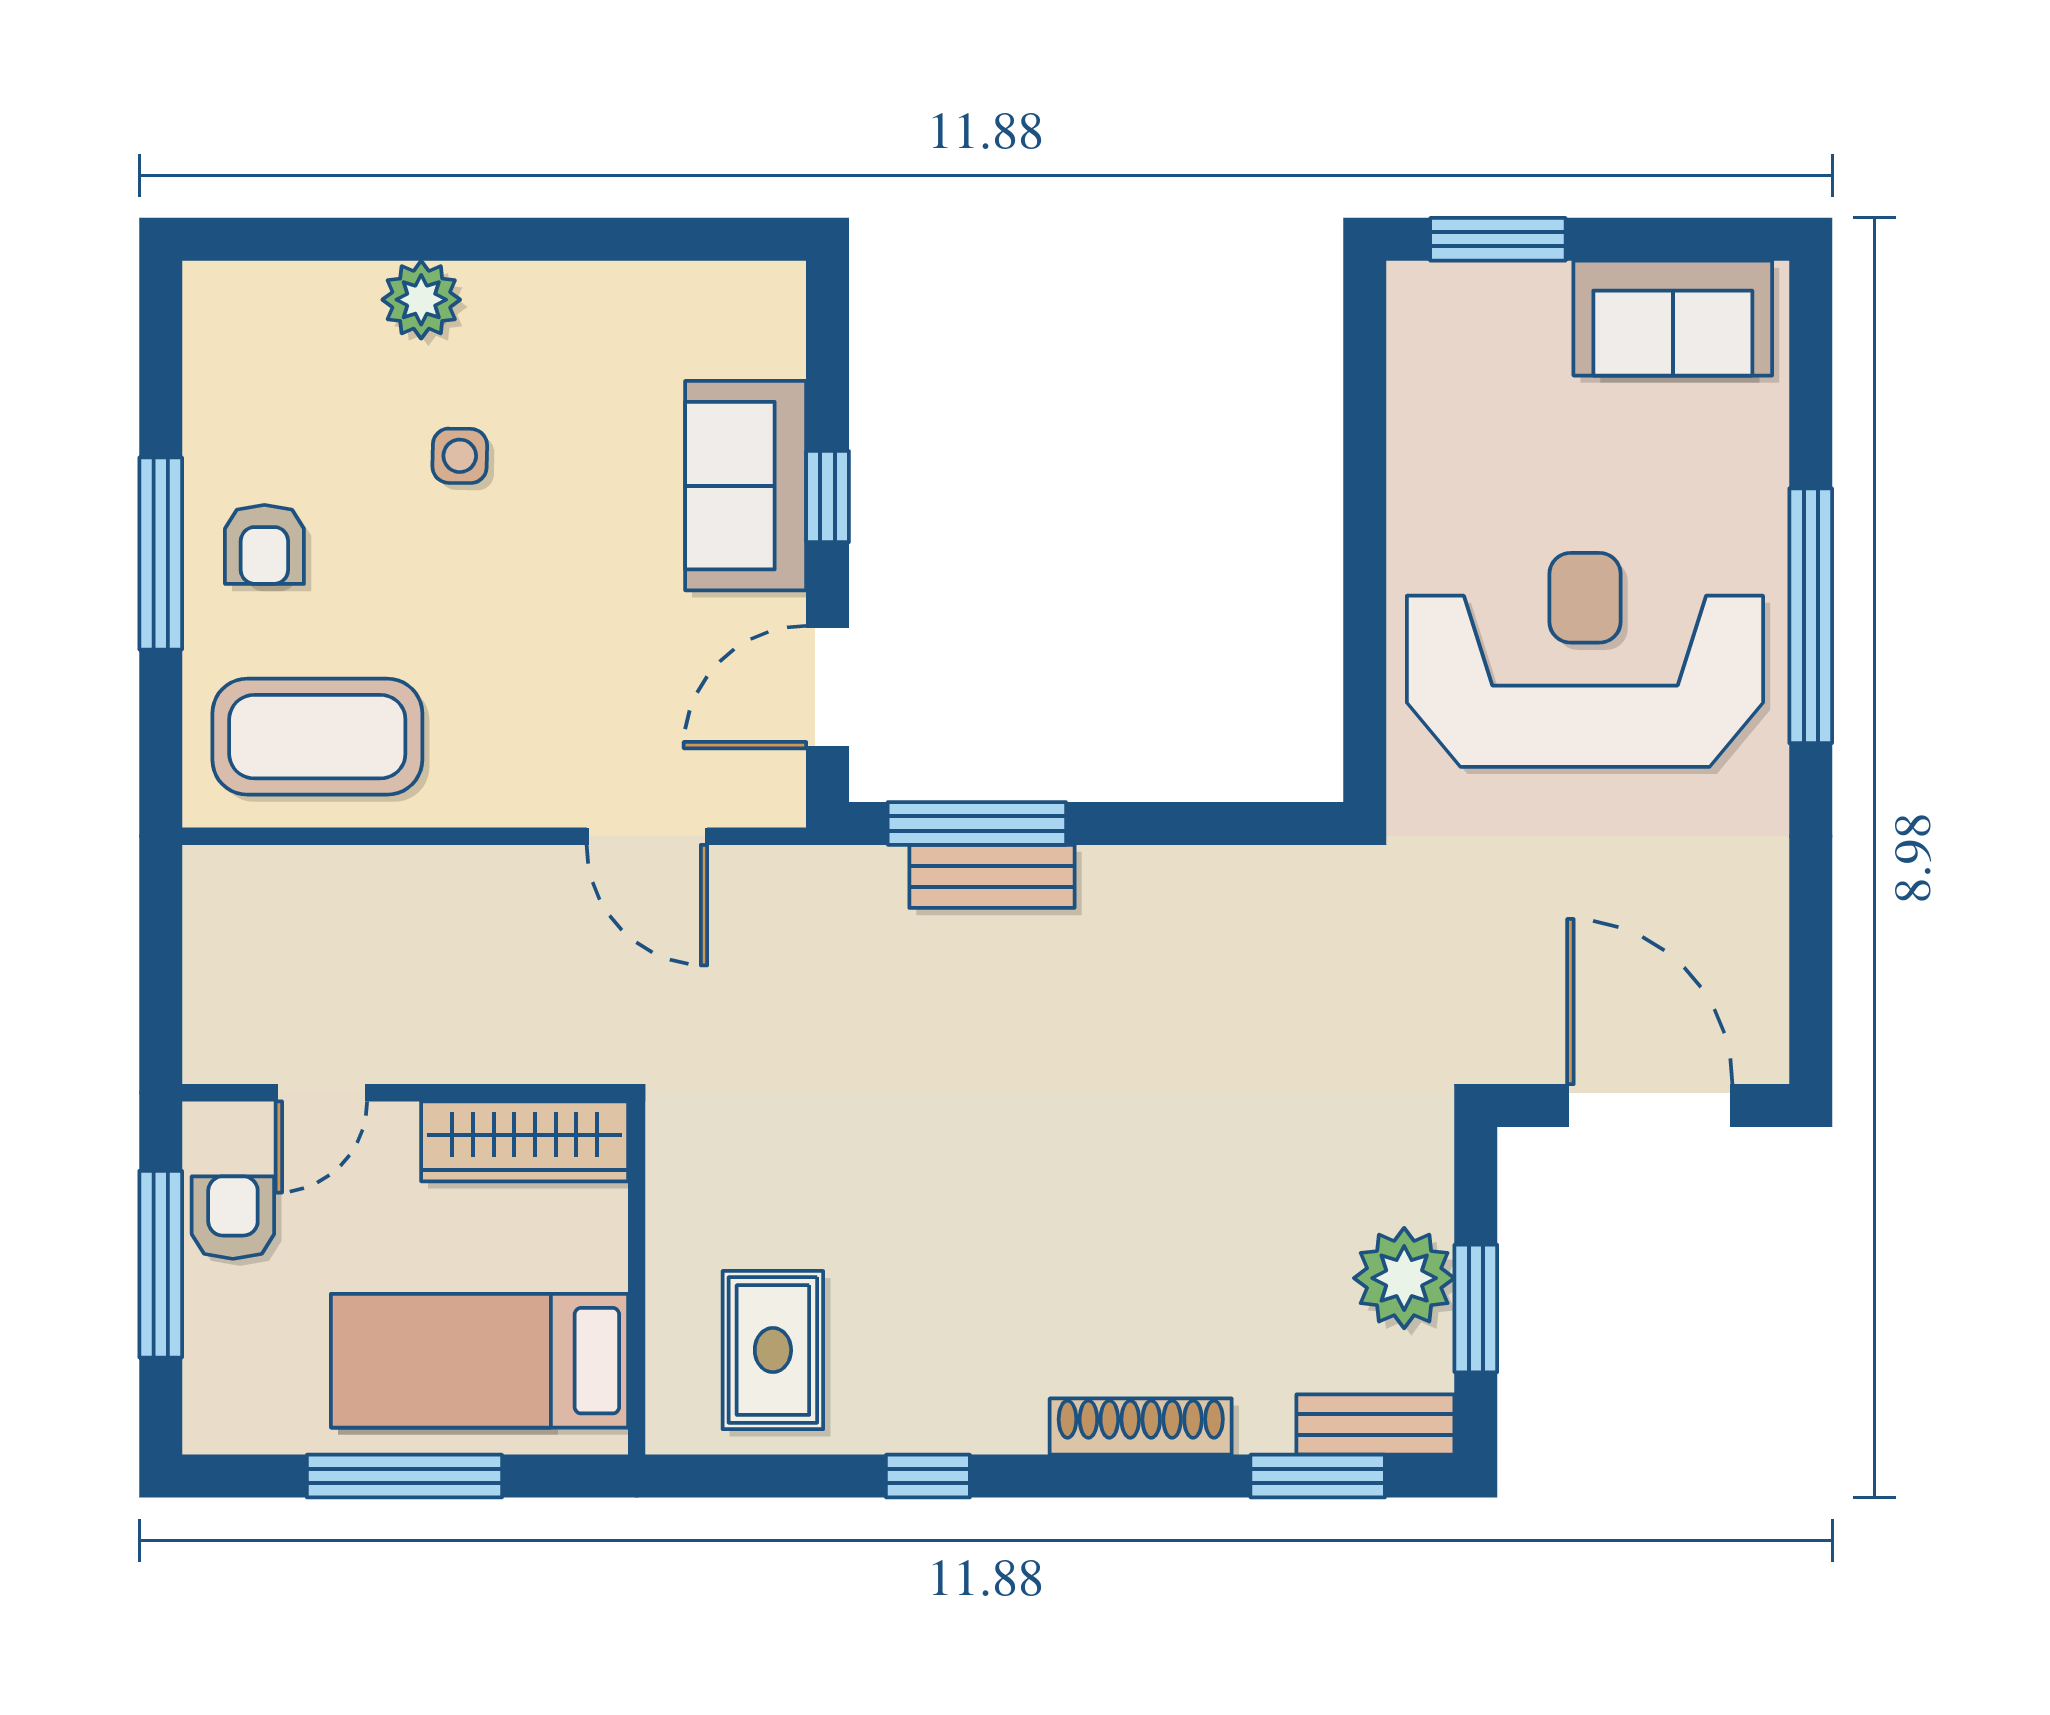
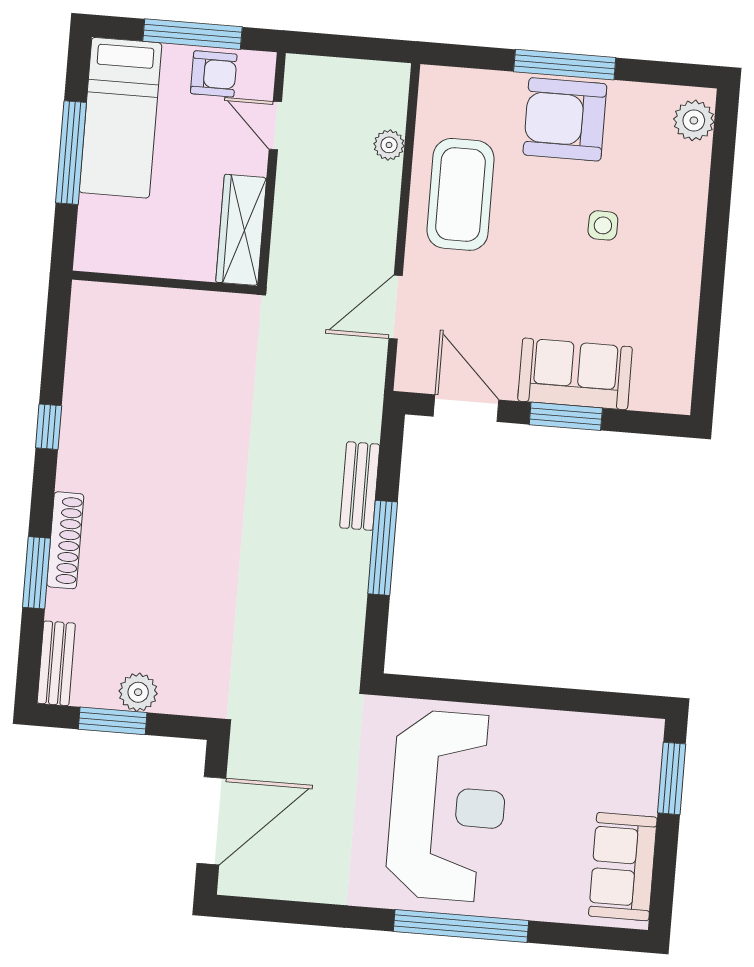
plant: (421, 300) -> (694, 120), moved
window: (828, 497) -> (566, 416), width x1.50
armchair: (264, 544) -> (565, 119), width x1.88, depth x1.88
coffee table: (317, 737) -> (461, 194), moved
window: (977, 823) -> (383, 548), moved
plant: (340, 874) -> (389, 145), added
plant: (1404, 1278) -> (138, 692), width x0.73, depth x0.73
rug: (773, 1350) -> (121, 351), removed
bed: (479, 1361) -> (120, 118), moved, turned 180
window: (1318, 1476) -> (37, 573), moved

